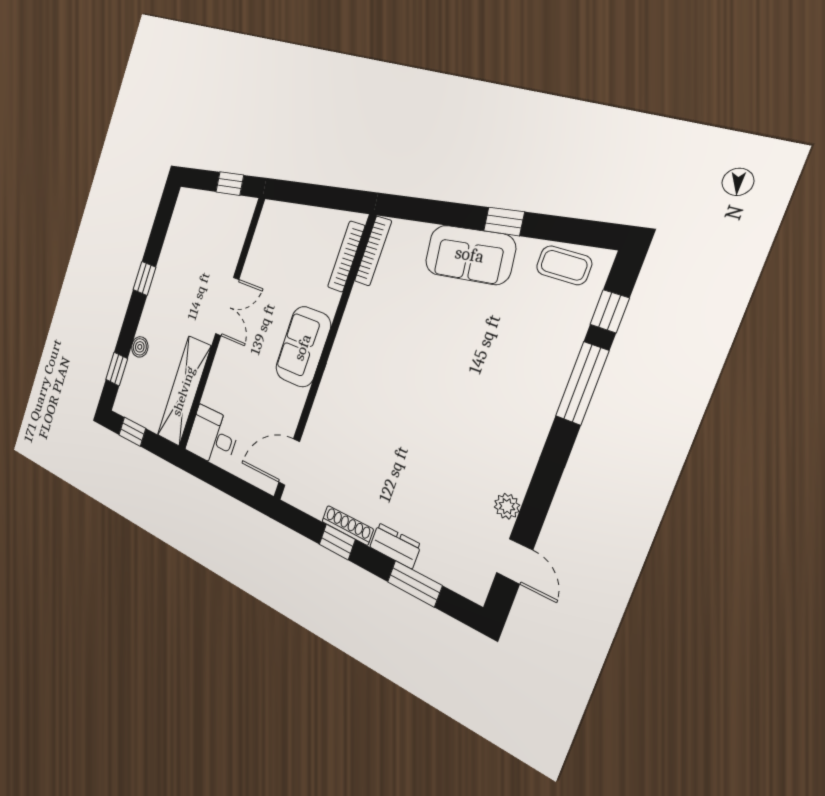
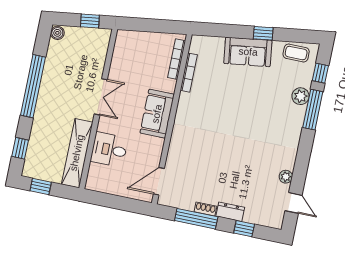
bookcase: (373, 251) -> (189, 73), moved
window: (144, 278) -> (33, 86), width x3.17
boiler: (140, 347) -> (57, 33), moved
plant: (560, 353) -> (301, 96), added
desk: (213, 437) -> (109, 150), moved
shoe rack: (348, 525) -> (205, 209), width x0.70
window: (337, 542) -> (196, 219), width x2.17
window: (415, 584) -> (244, 229), width x0.67

